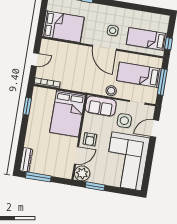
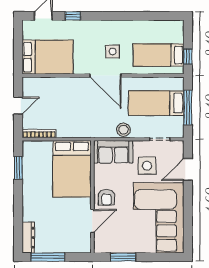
plant: (82, 173) -> (104, 243), removed

